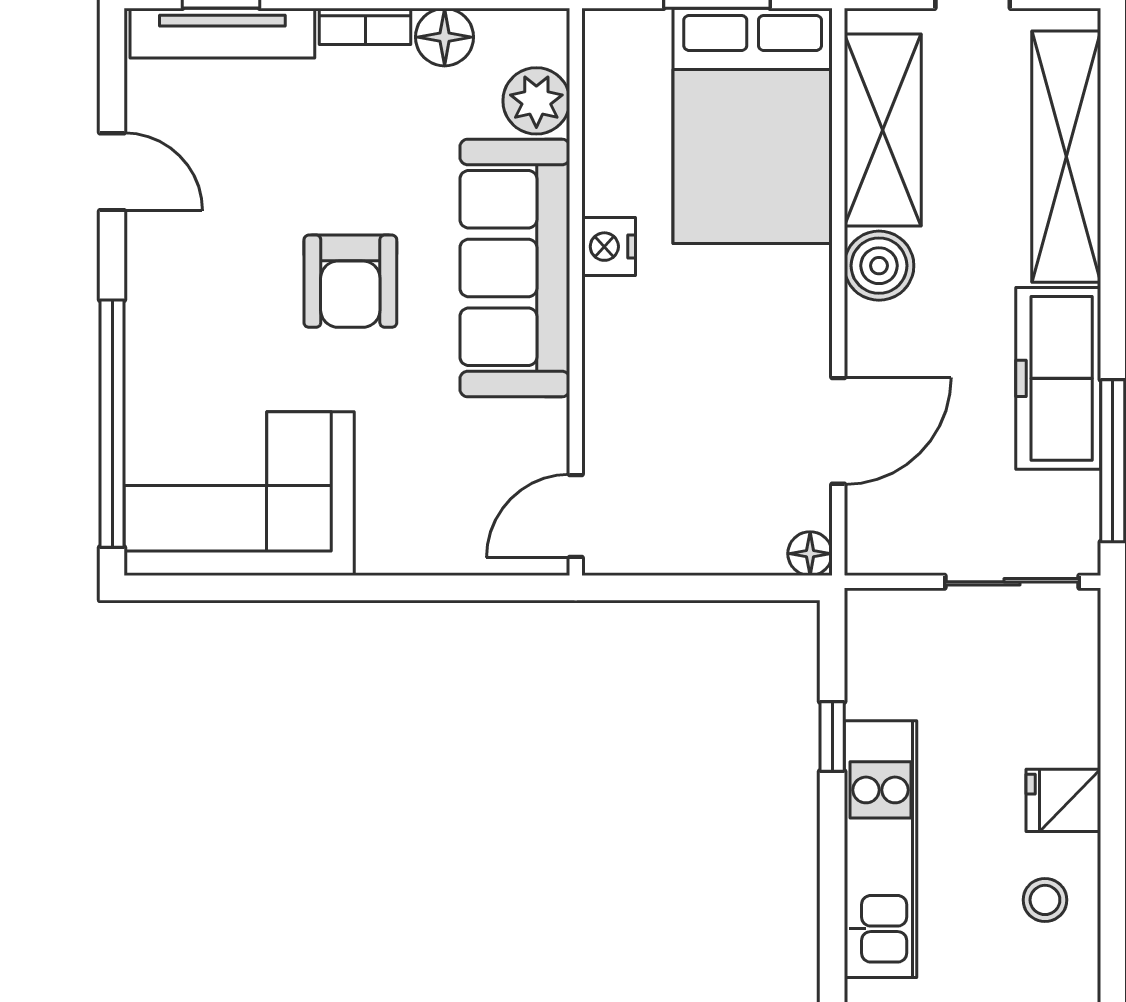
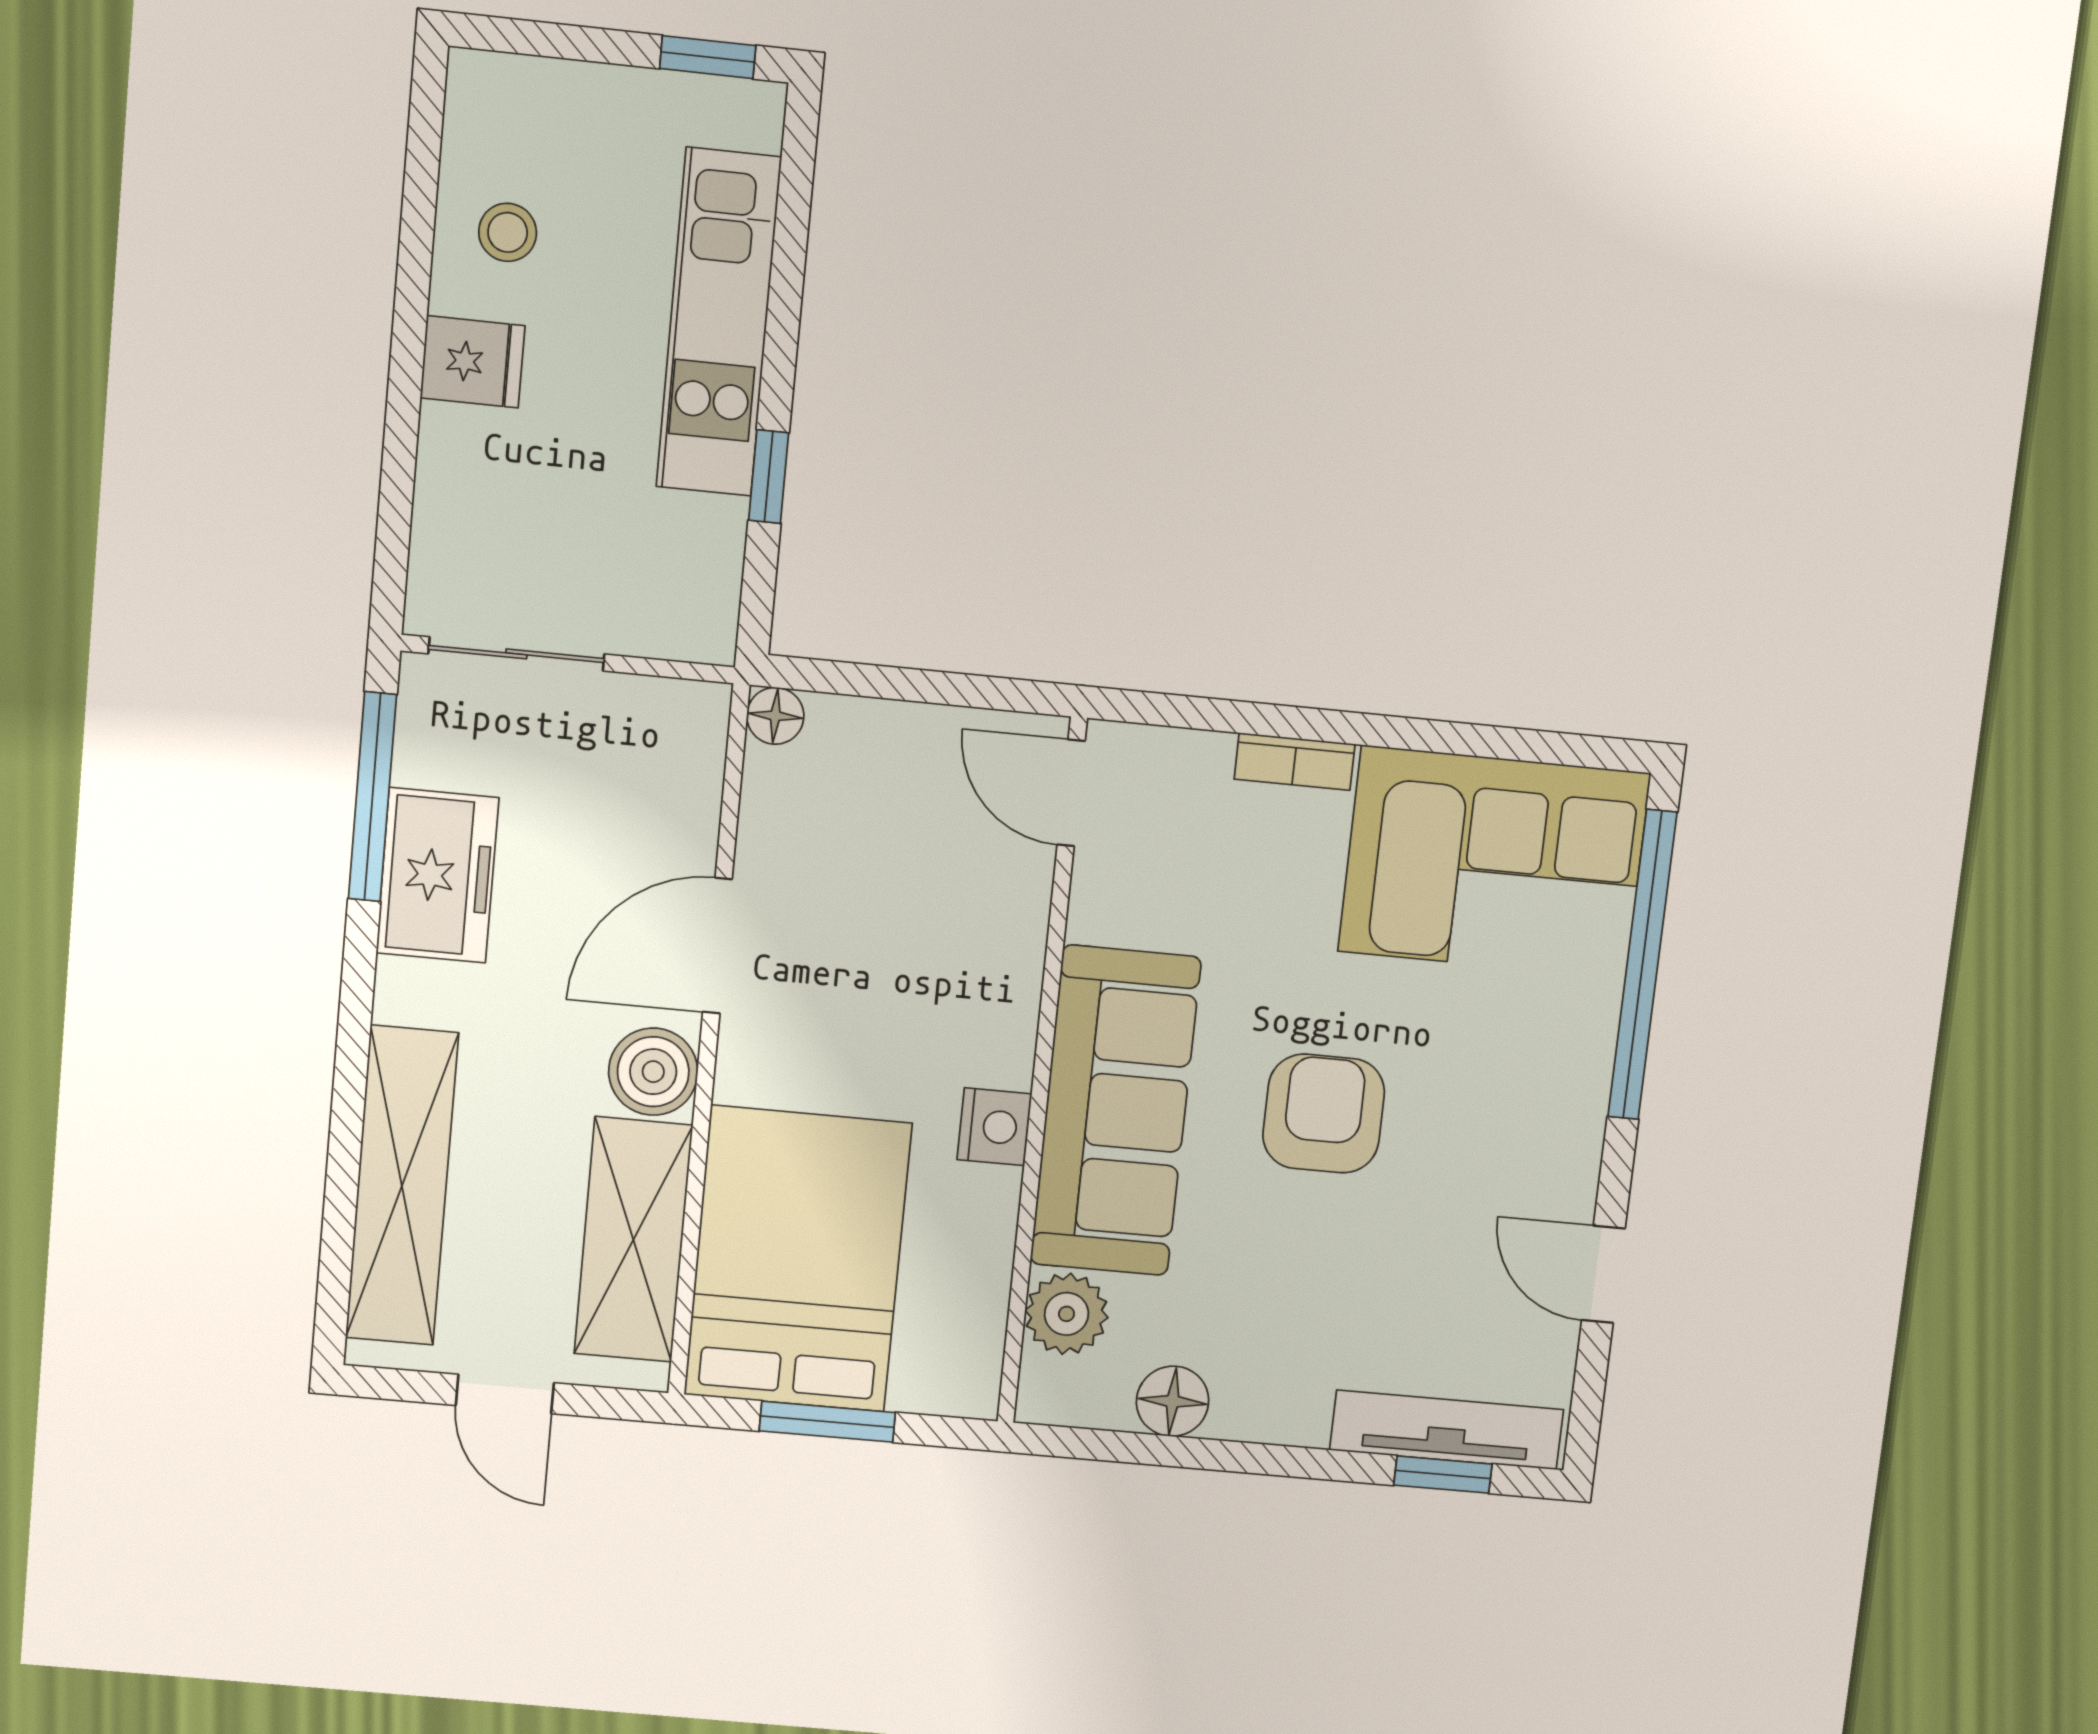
bookcase: (365, 26) -> (1295, 762), moved, turned 180
freezer: (1058, 378) -> (437, 875), width x0.71
door: (838, 431) -> (717, 946), moved
door: (576, 516) -> (1071, 793), swing flipped

